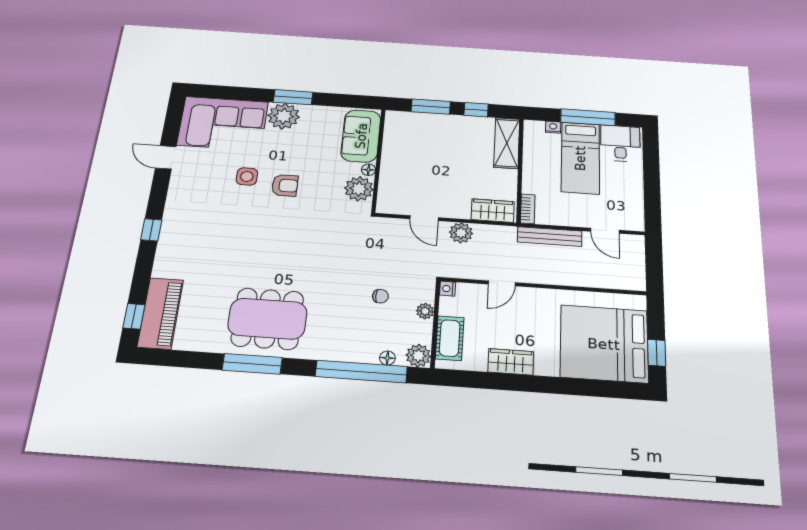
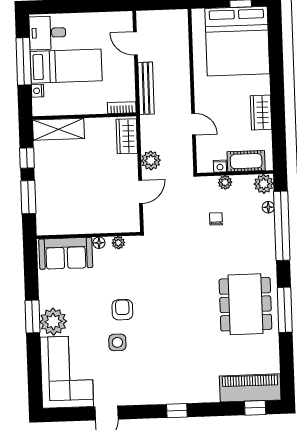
plant: (359, 189) -> (118, 243), width x0.53, depth x0.53
door: (605, 231) -> (135, 43), swing flipped
nightstand: (448, 289) -> (220, 166), moved

